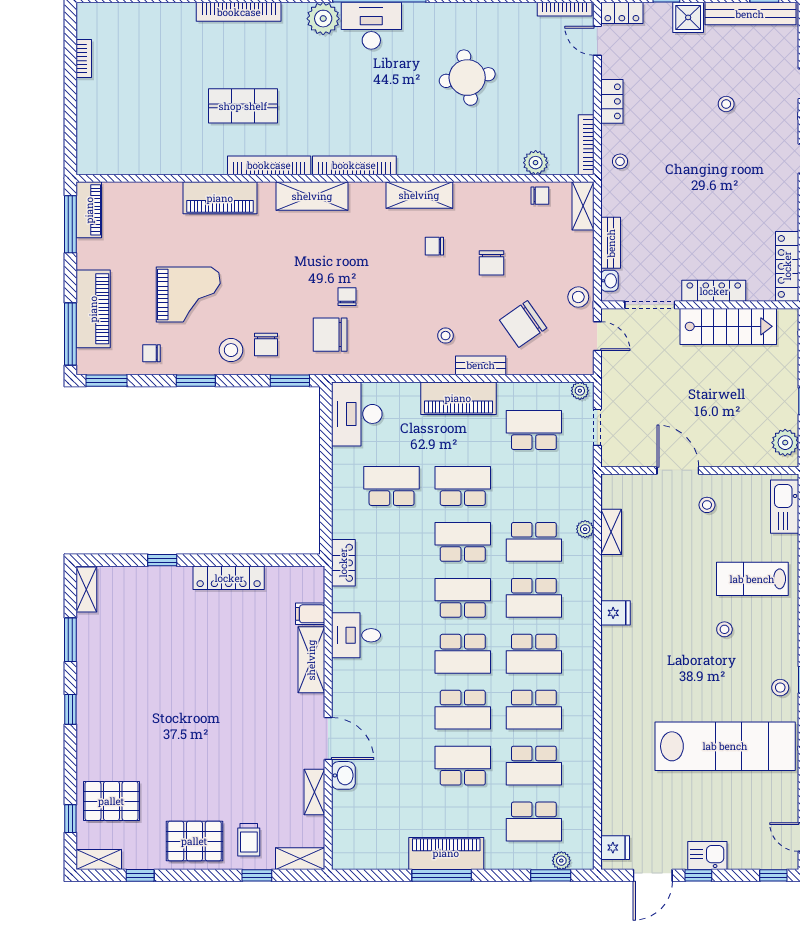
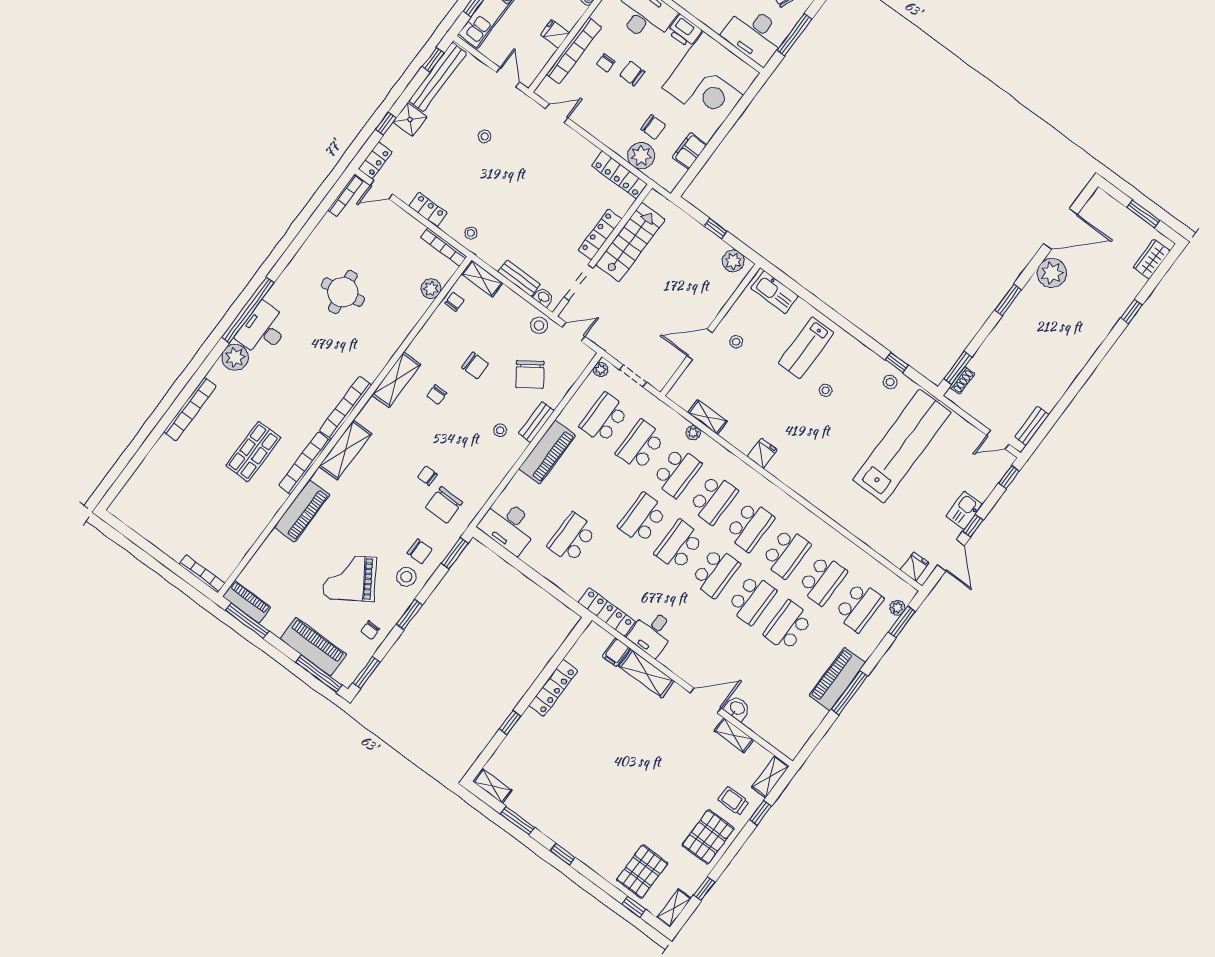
bookcase: (84, 59) -> (202, 574), moved, width x1.56
grand piano: (188, 295) -> (350, 578), turned -123
school desk: (463, 486) -> (640, 445), moved
locker: (343, 563) -> (607, 612), width x1.53
trolley: (249, 840) -> (733, 801), turned 180

